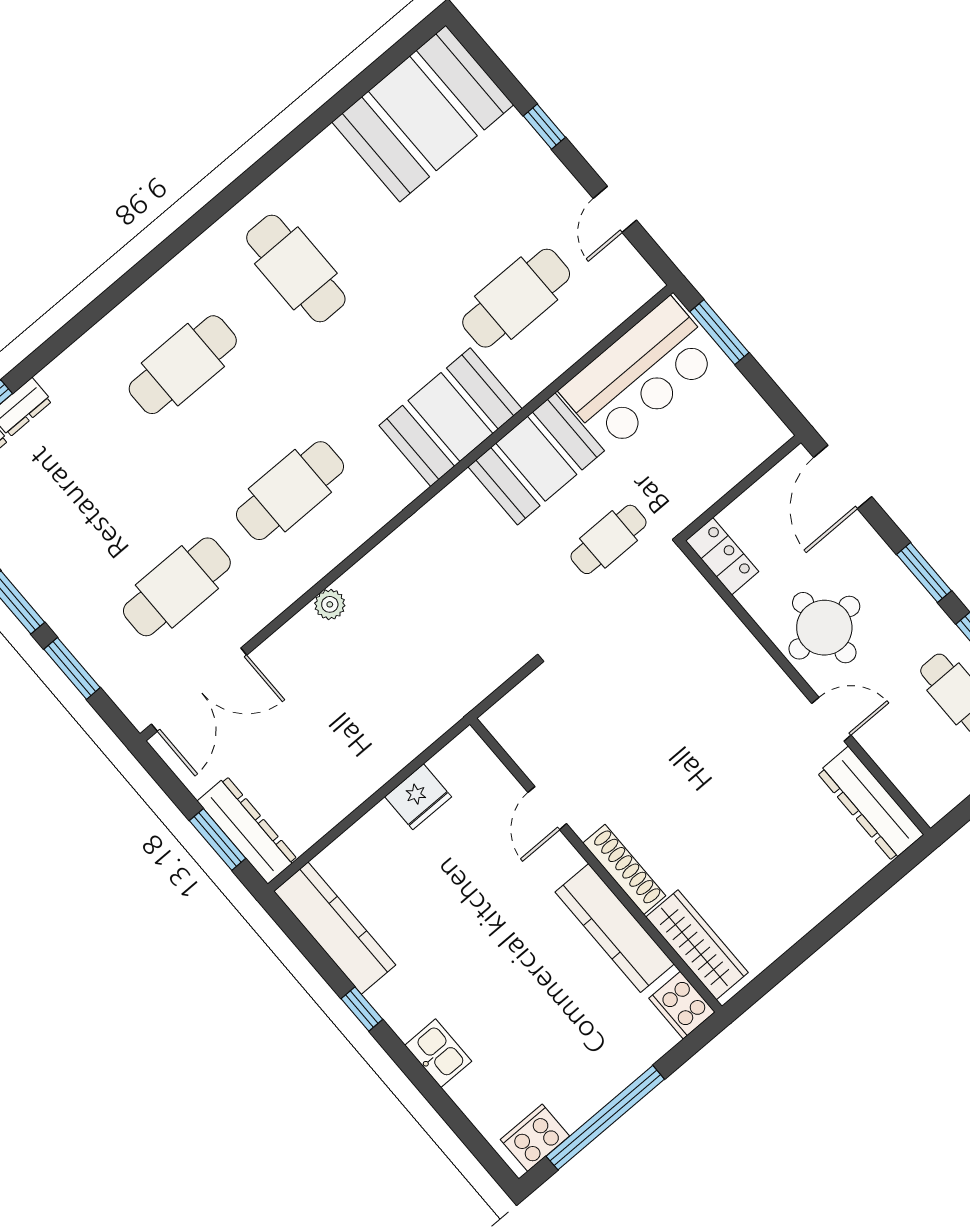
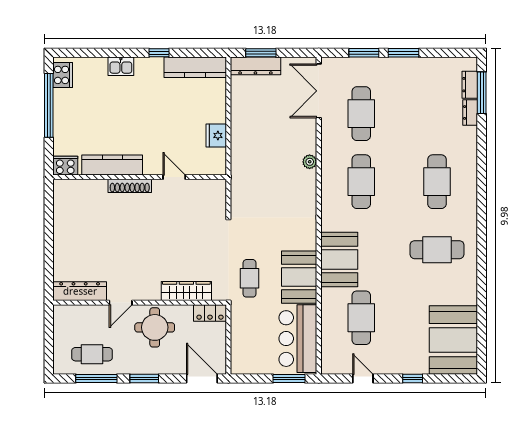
wardrobe: (697, 945) -> (186, 291), moved, turned 180

